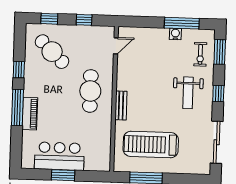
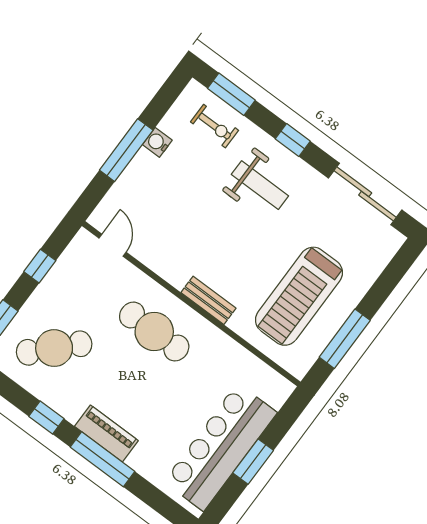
window: (182, 23) -> (126, 150), moved
piano: (30, 114) -> (106, 434), moved
bar counter: (59, 156) -> (220, 447), width x1.36

